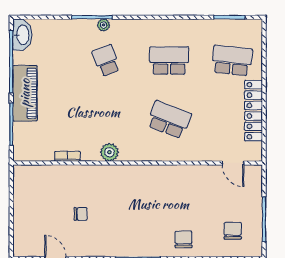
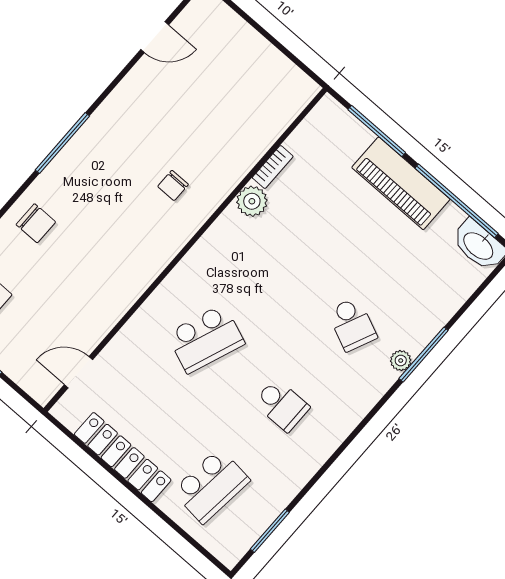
school desk: (106, 61) -> (352, 324), turned 45
school desk: (169, 61) -> (282, 405), width x0.54
plant: (109, 152) -> (252, 201), moved
chair: (81, 214) -> (173, 185), moved

